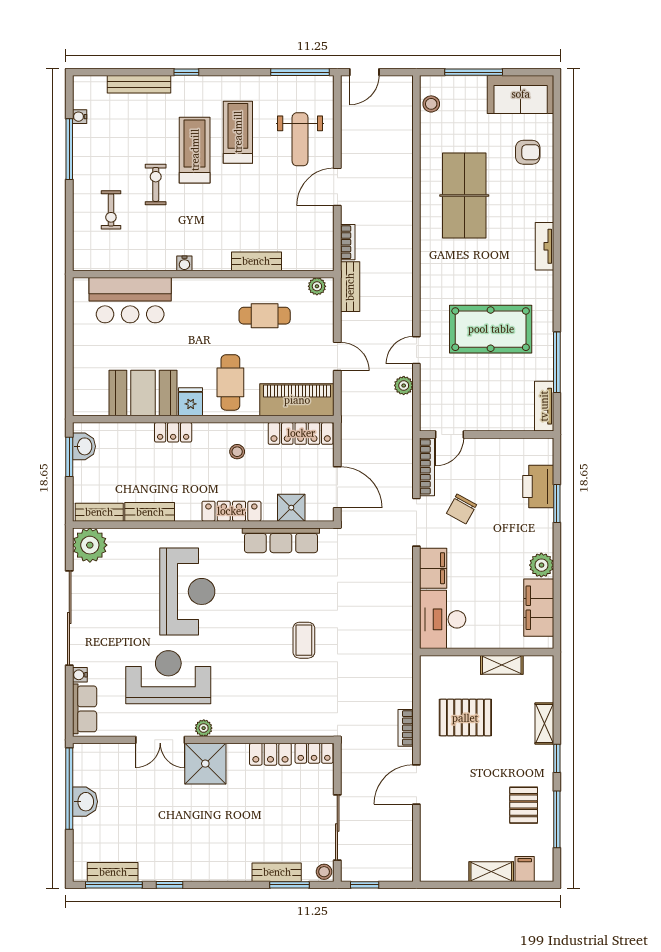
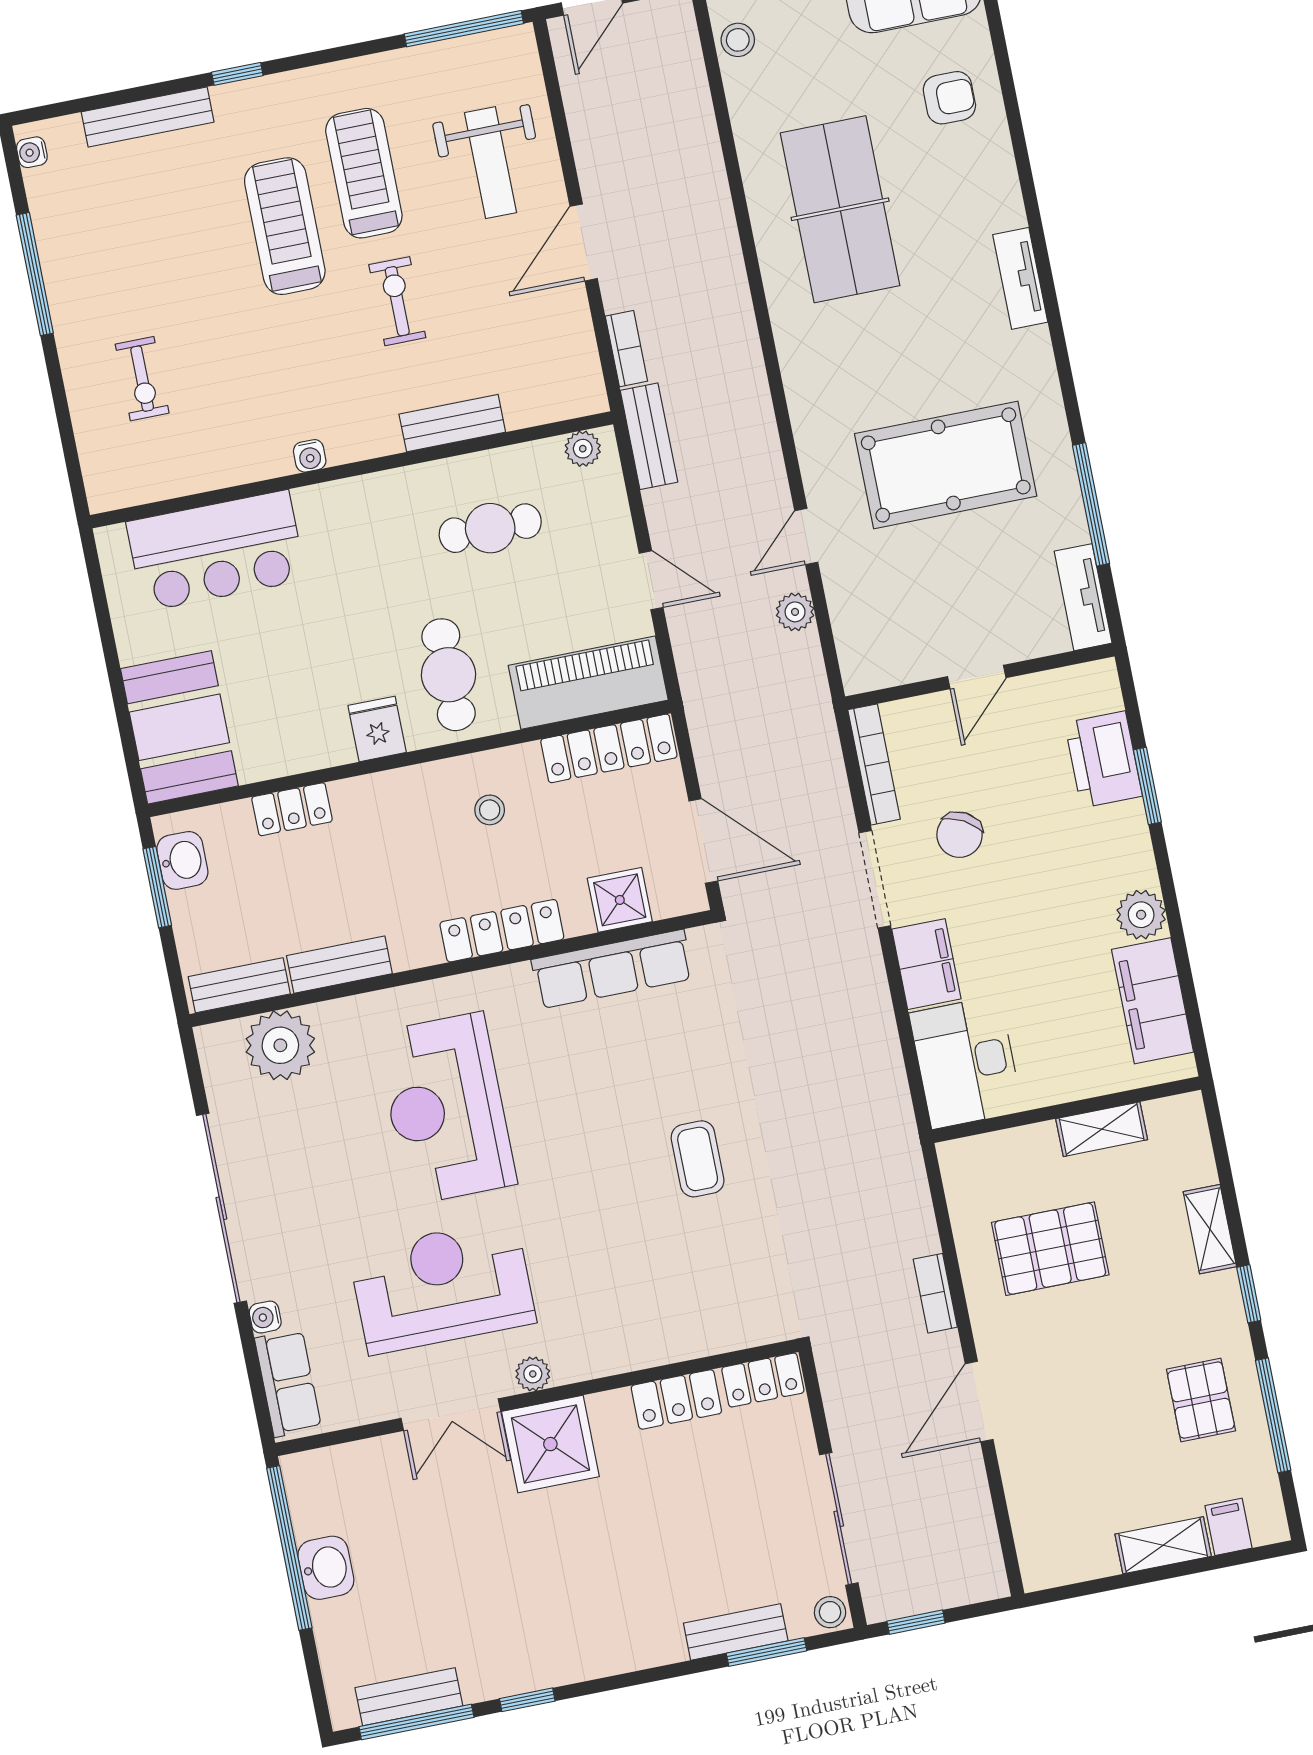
water cooler: (80, 117) -> (32, 152), moved
exercise bike: (156, 184) -> (397, 301), moved
booth: (143, 393) -> (179, 727), moved, turned 90
locker: (173, 432) -> (292, 809), moved
door: (450, 435) -> (977, 677), moved
plant: (90, 545) -> (280, 1045), moved
reception desk: (187, 591) -> (446, 1108), turned 180

